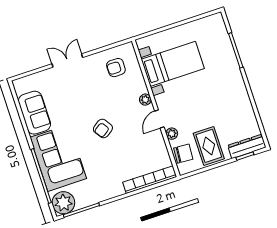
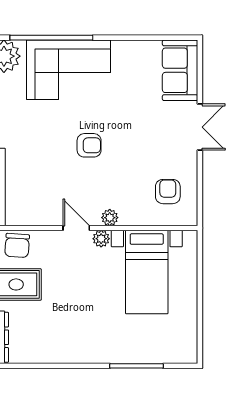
sofa: (34, 113) -> (180, 70), moved, turned 90
armchair: (103, 128) -> (89, 145), turned 124
plant: (172, 134) -> (101, 239), moved

